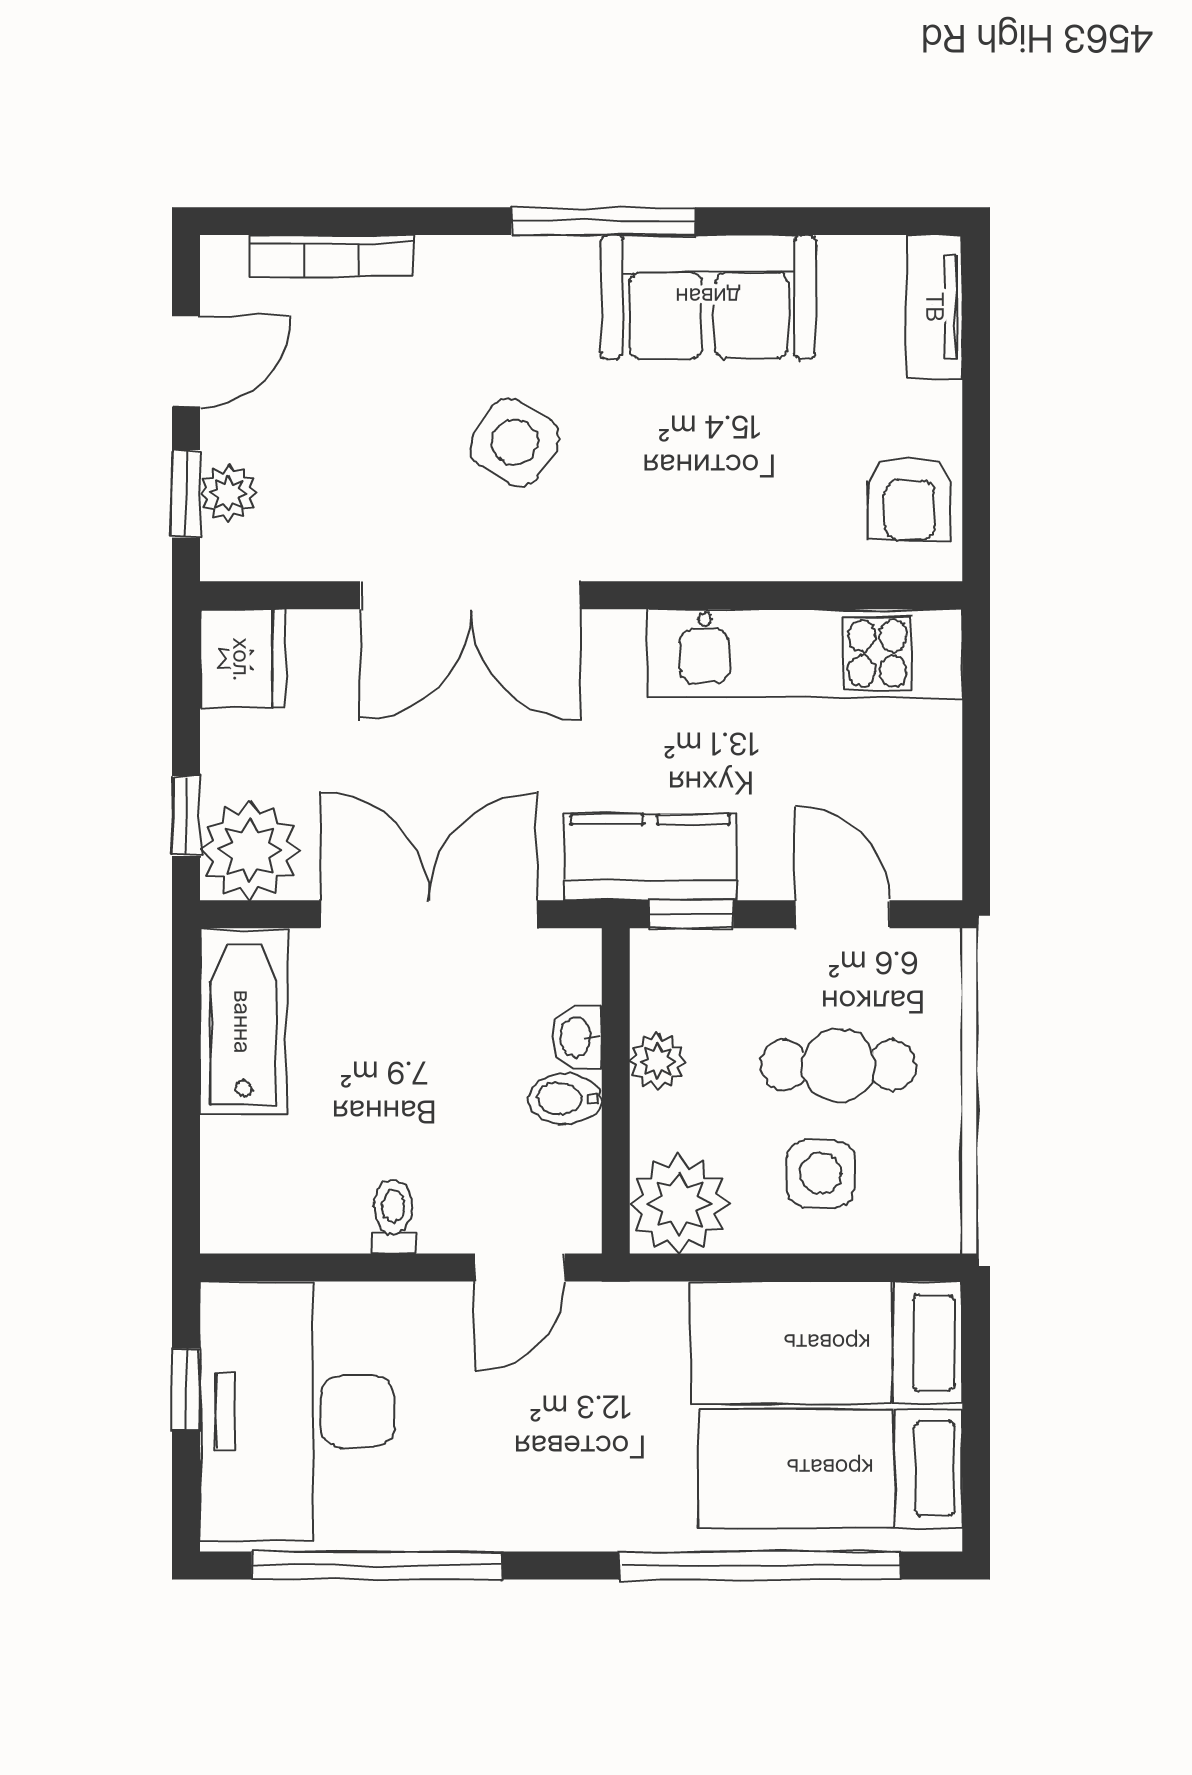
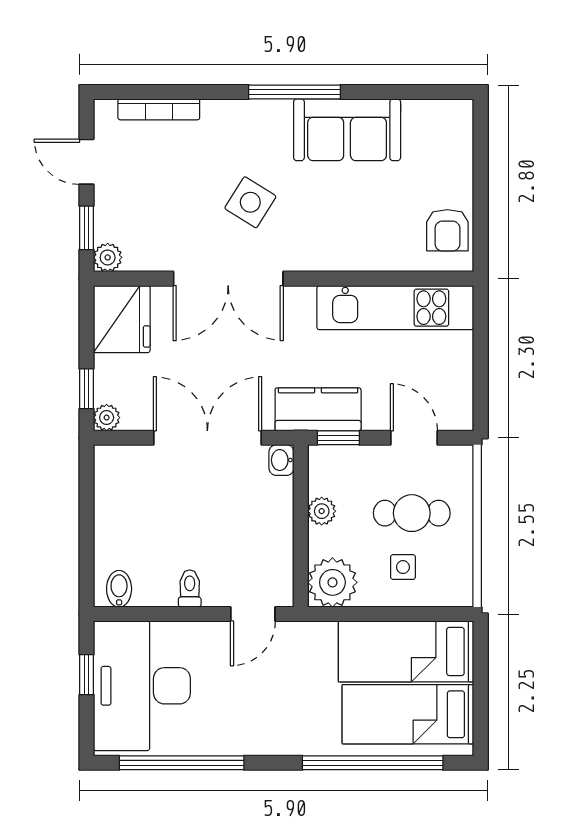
tv unit: (935, 307) -> (460, 135), removed
door: (186, 361) -> (86, 162), swing flipped
plant: (229, 493) -> (108, 257), moved
fridge: (242, 659) -> (122, 319), width x1.36, depth x1.34
plant: (250, 850) -> (107, 418), width x0.53, depth x0.53
bathtub: (243, 1022) -> (115, 491), removed
washbasin: (577, 1037) -> (281, 460), moved
bidet: (565, 1099) -> (119, 589), moved, turned 90
side table: (820, 1173) -> (403, 567), width x0.73, depth x0.73

